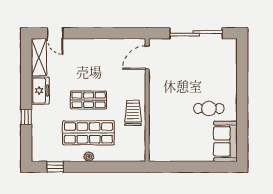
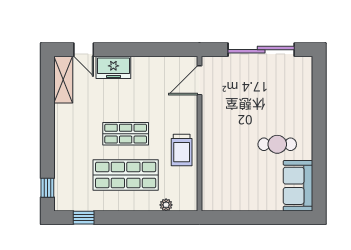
freezer: (40, 91) -> (113, 67), moved, turned 90
trolley: (133, 113) -> (182, 150), turned 180
window: (26, 117) -> (47, 188), moved
plant: (89, 157) -> (166, 205), moved

